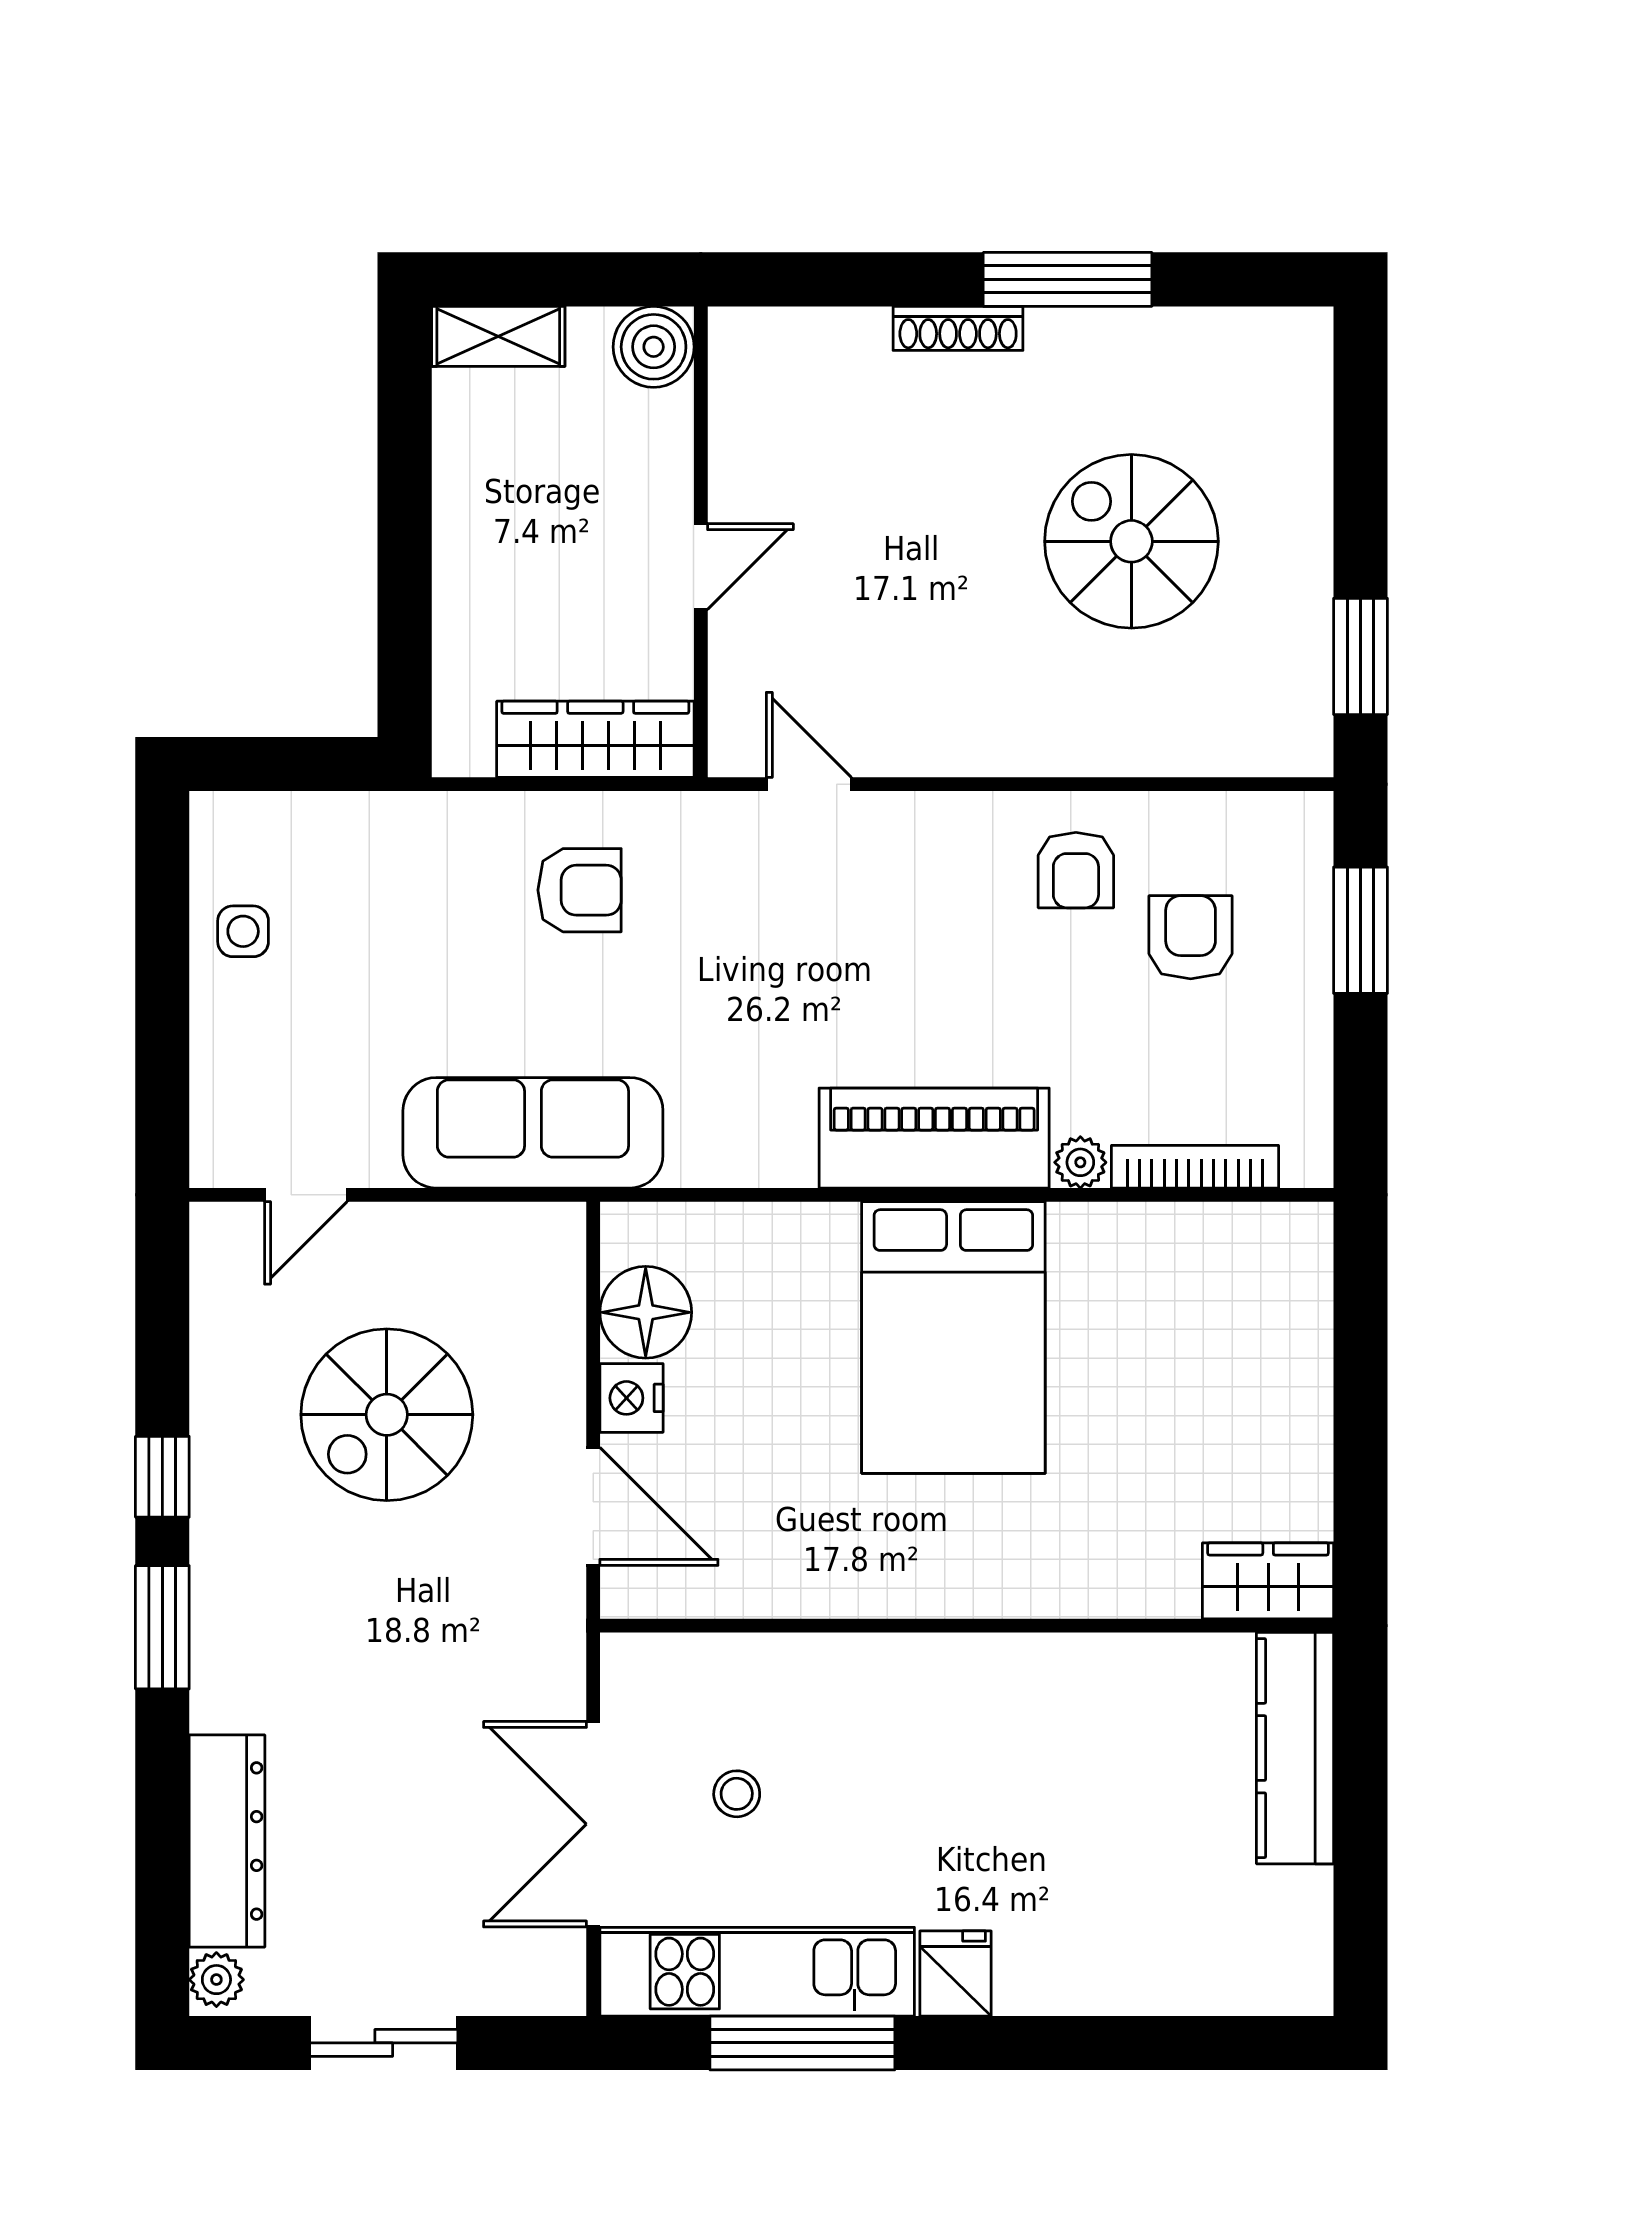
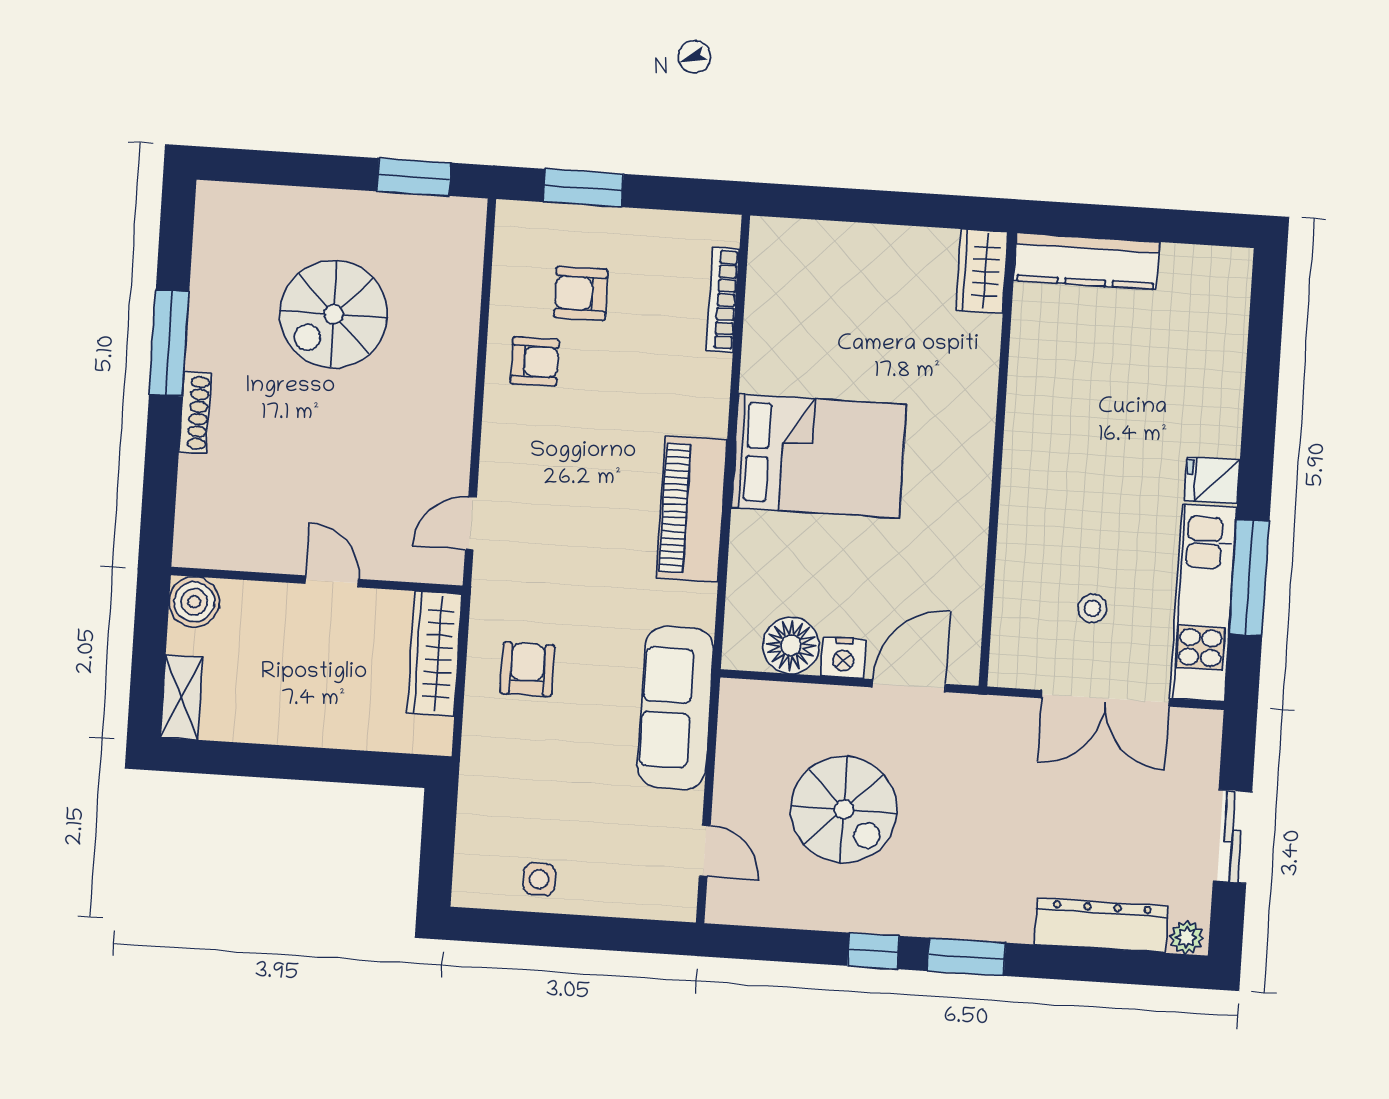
piano: (934, 1138) -> (692, 509), moved
plant: (1080, 1162) -> (716, 370), removed

